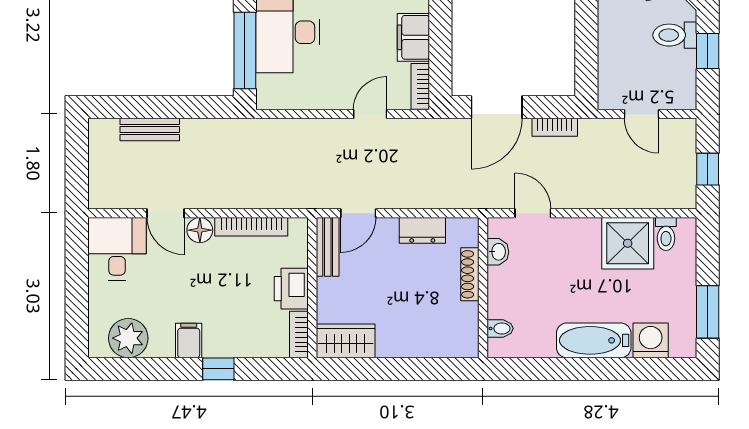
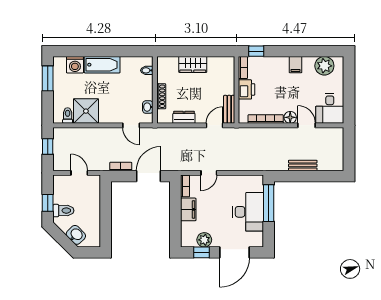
bench: (150, 129) -> (303, 165), moved
wardrobe: (346, 341) -> (193, 64), moved
window: (218, 369) -> (256, 51), moved

